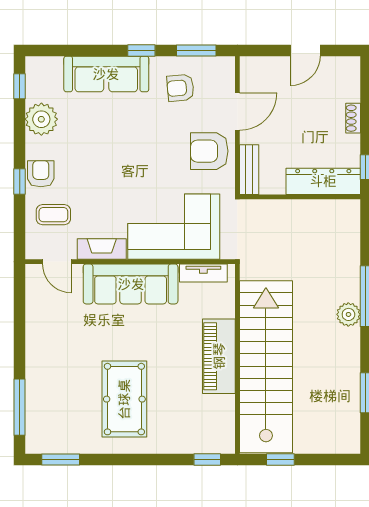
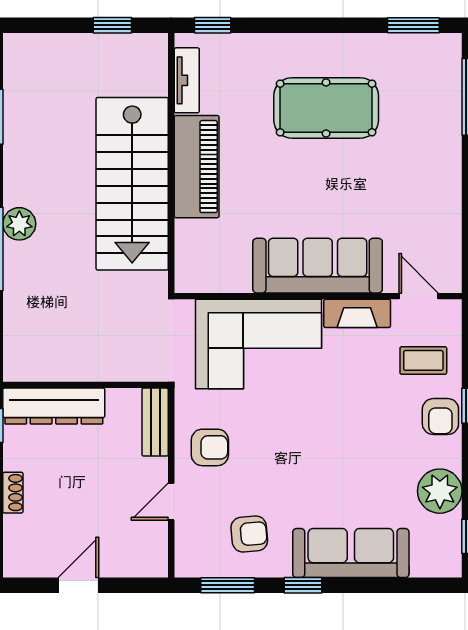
door: (237, 112) -> (171, 502), width x0.73
armchair: (209, 151) -> (210, 447), width x0.72, depth x0.72
tv unit: (203, 273) -> (187, 80), moved, turned 90
stairs: (266, 367) -> (132, 184), width x0.73
pool table: (124, 399) -> (326, 108), turned 90

